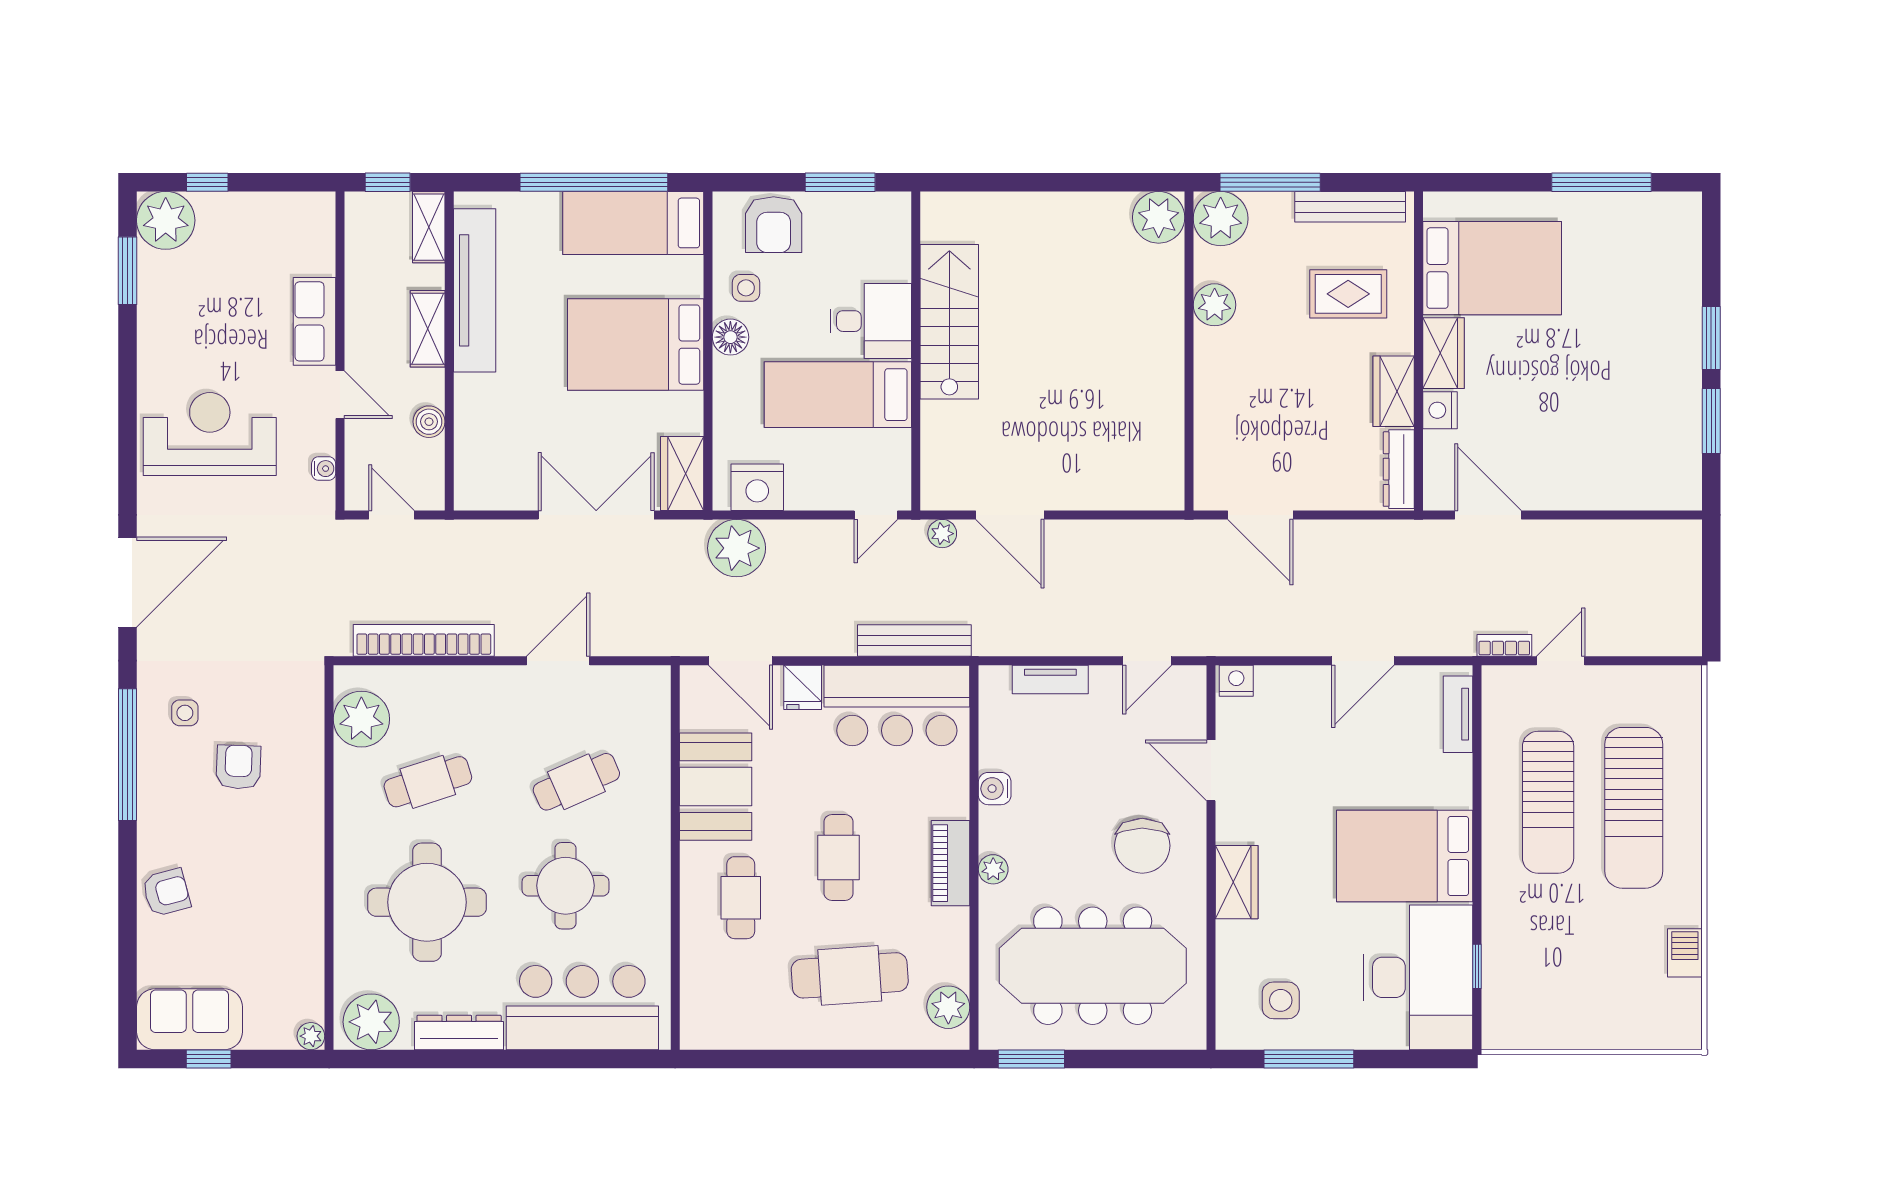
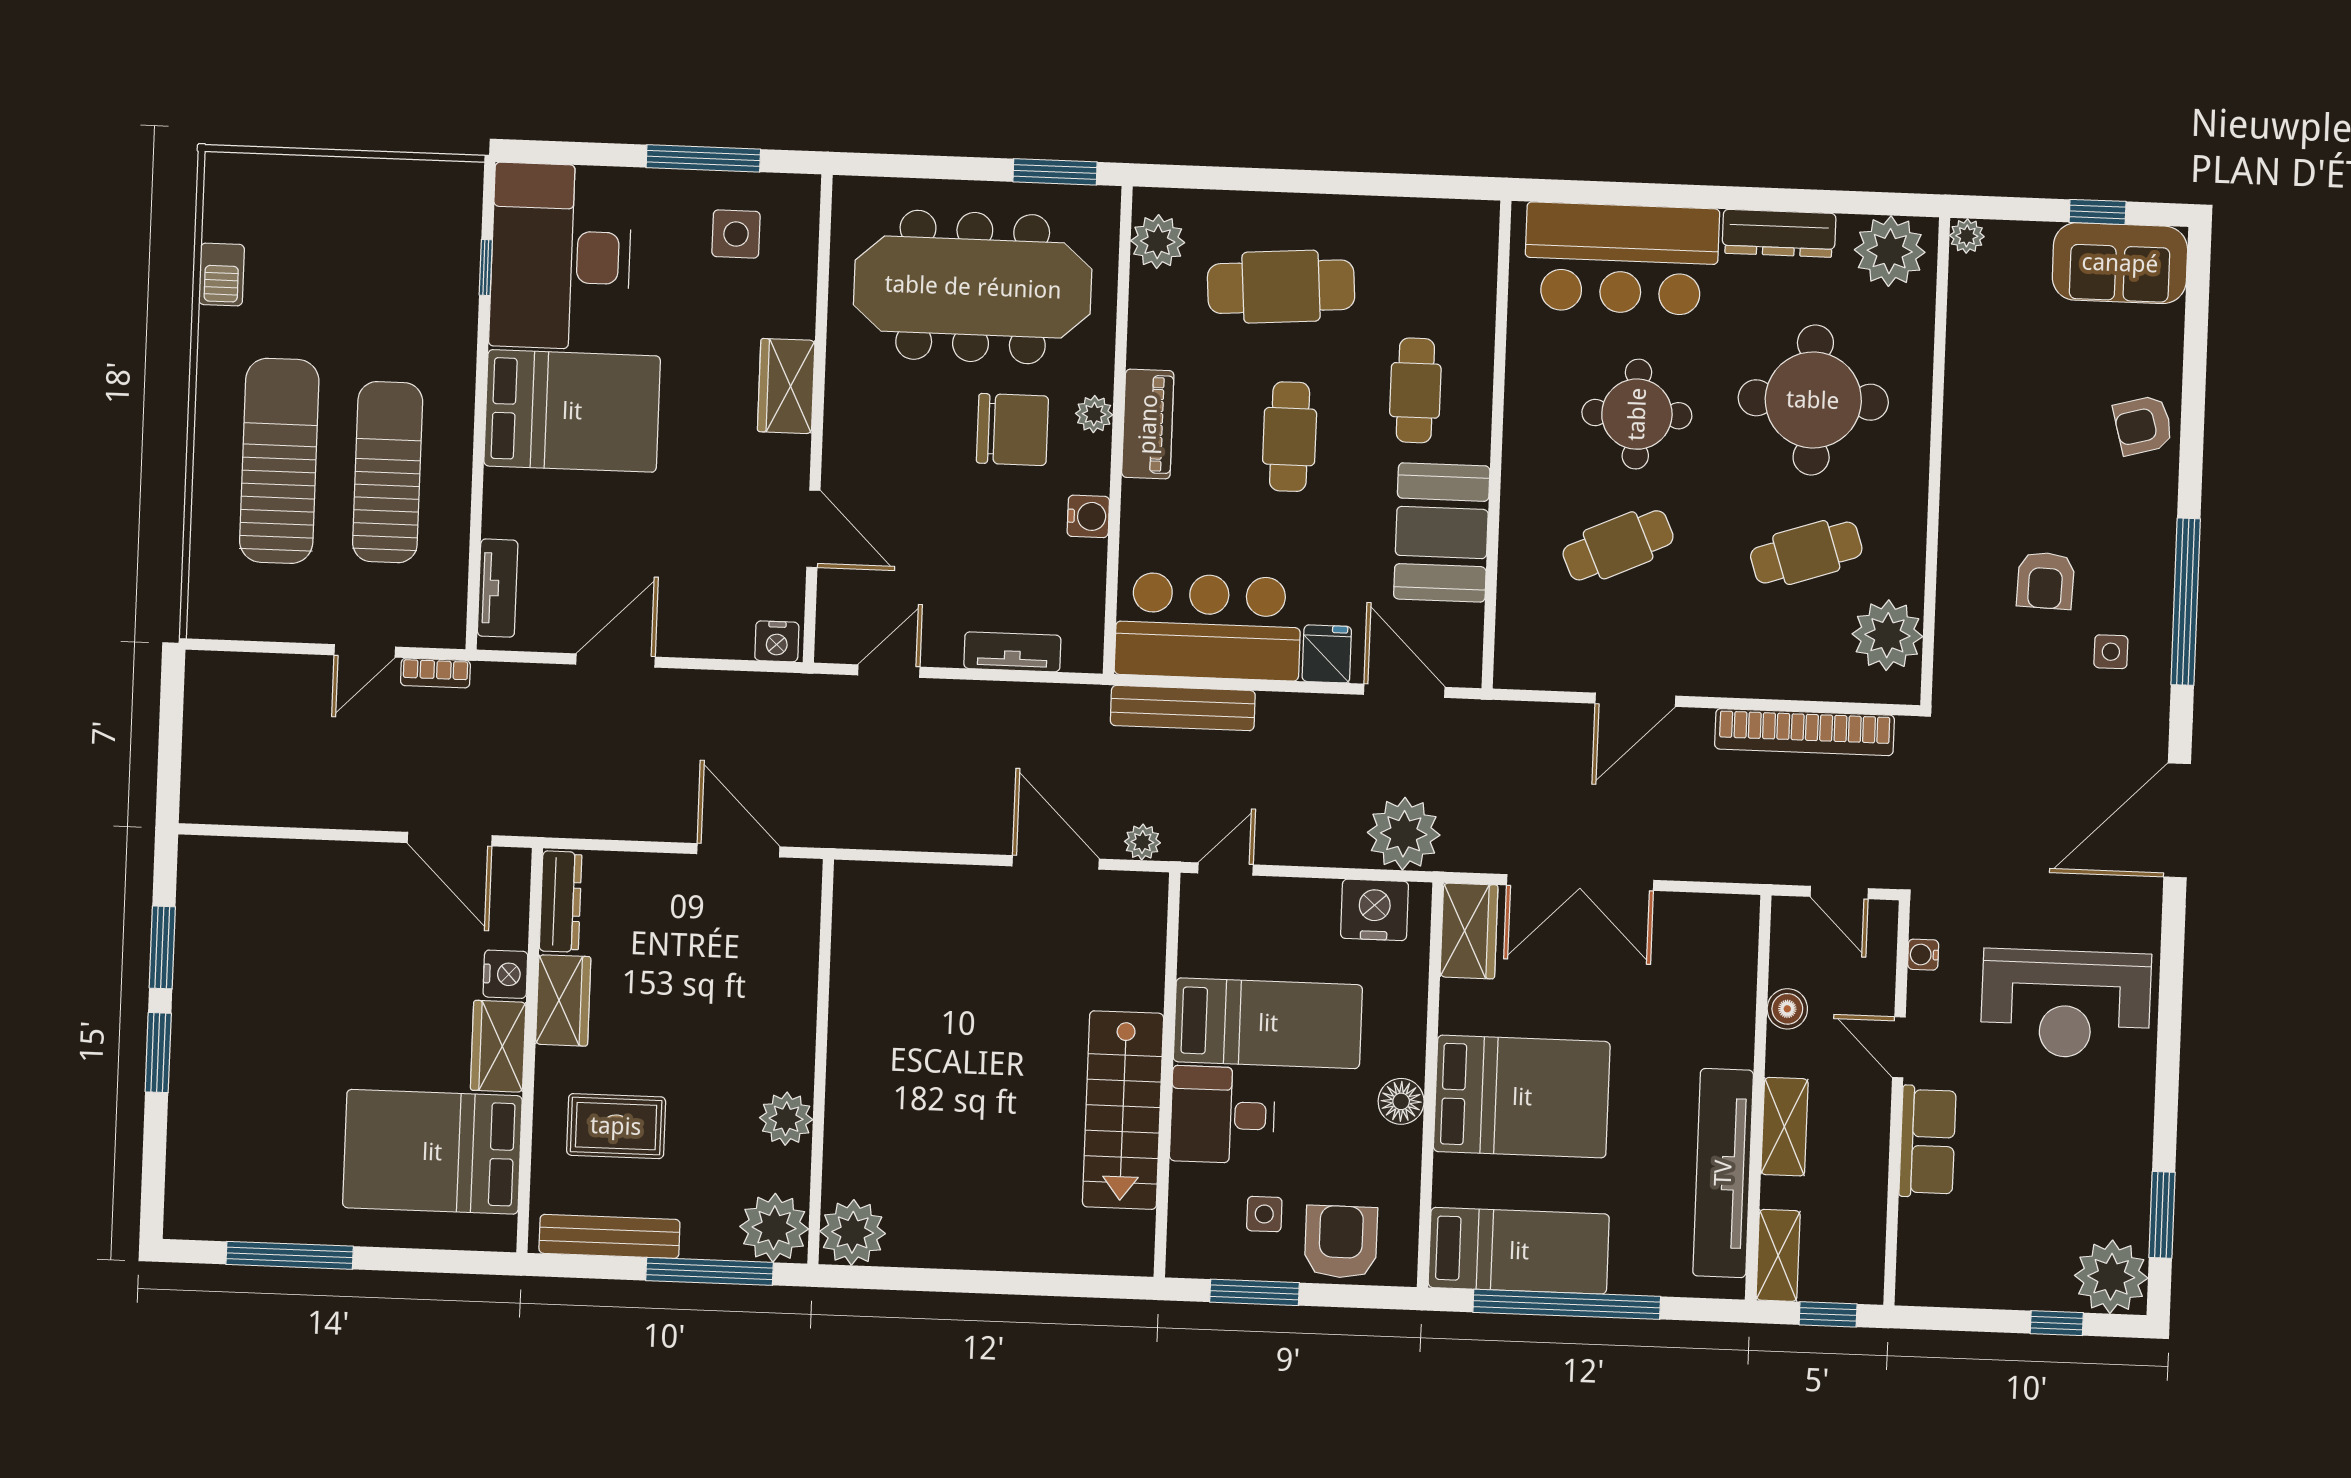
side table: (746, 288) -> (1264, 1214), moved
chair: (1142, 846) -> (1012, 430), moved, turned 90

